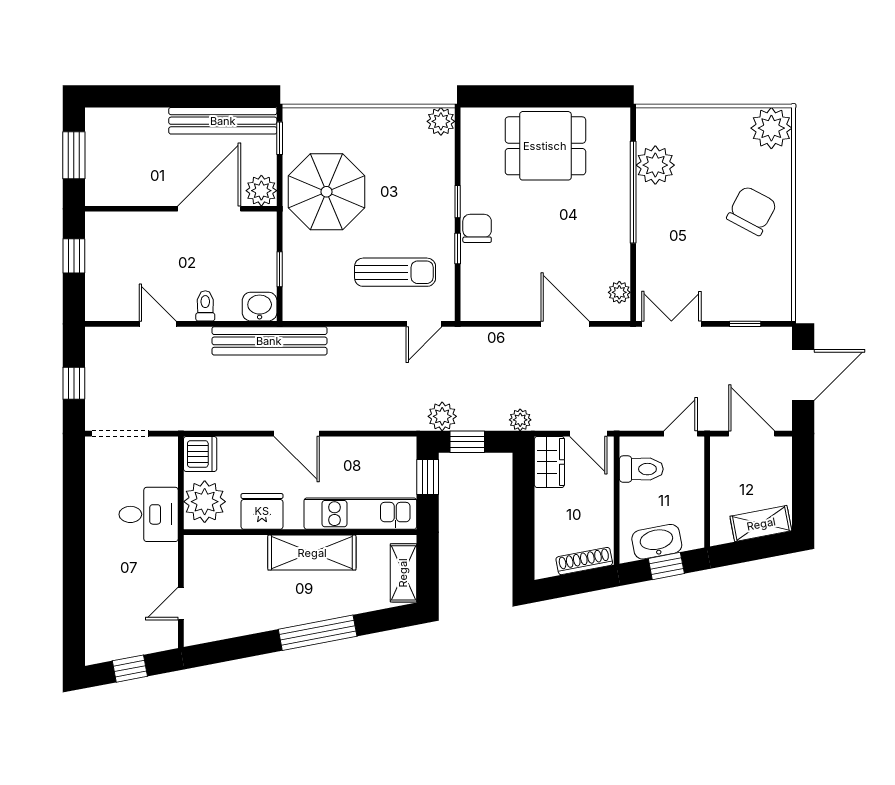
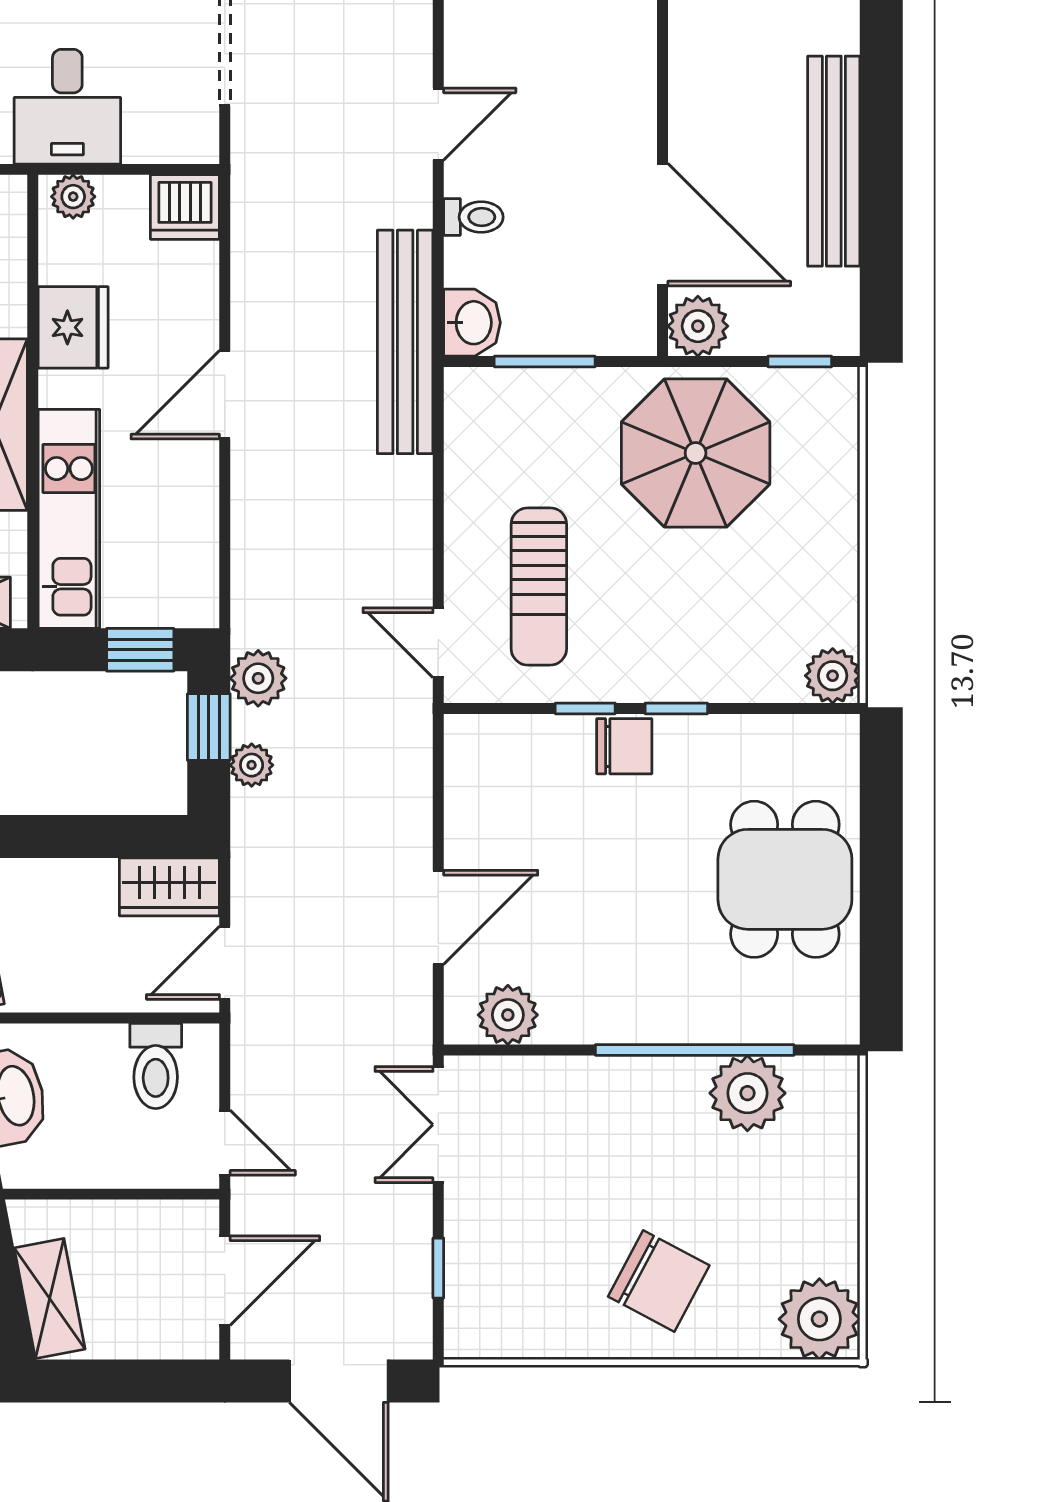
bench: (223, 121) -> (834, 161), moved
window: (280, 269) -> (545, 362), width x1.50
plant: (619, 292) -> (508, 1015), width x1.38, depth x1.38
double door: (671, 324) -> (438, 1125), swing flipped
plant: (520, 420) -> (252, 765), moved
plant: (205, 502) -> (73, 197), width x0.53, depth x0.53

